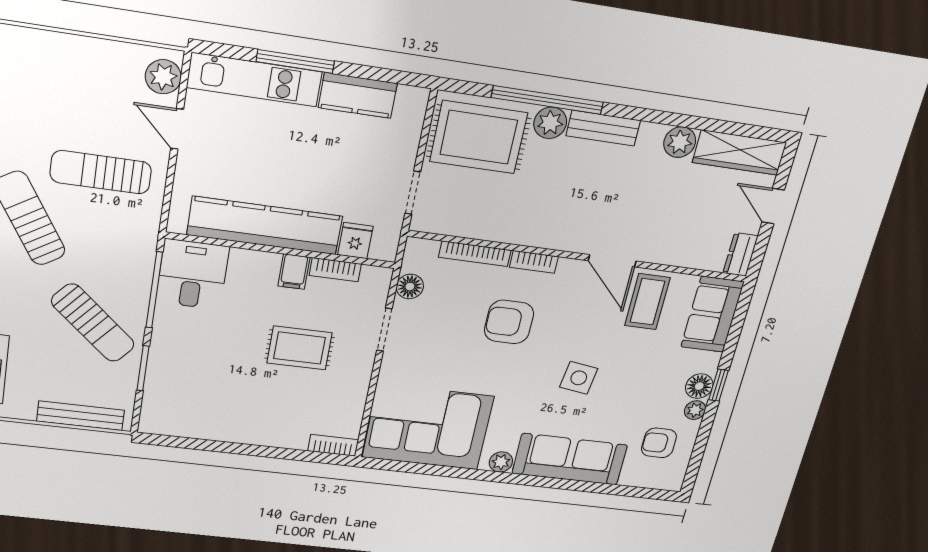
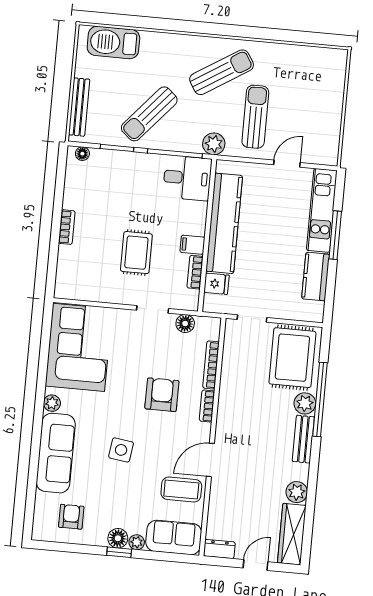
plant: (163, 77) -> (214, 144), moved
plant: (695, 410) -> (137, 542), moved
floor lamp: (150, 414) -> (82, 154), added
bookcase: (333, 445) -> (67, 227), moved

